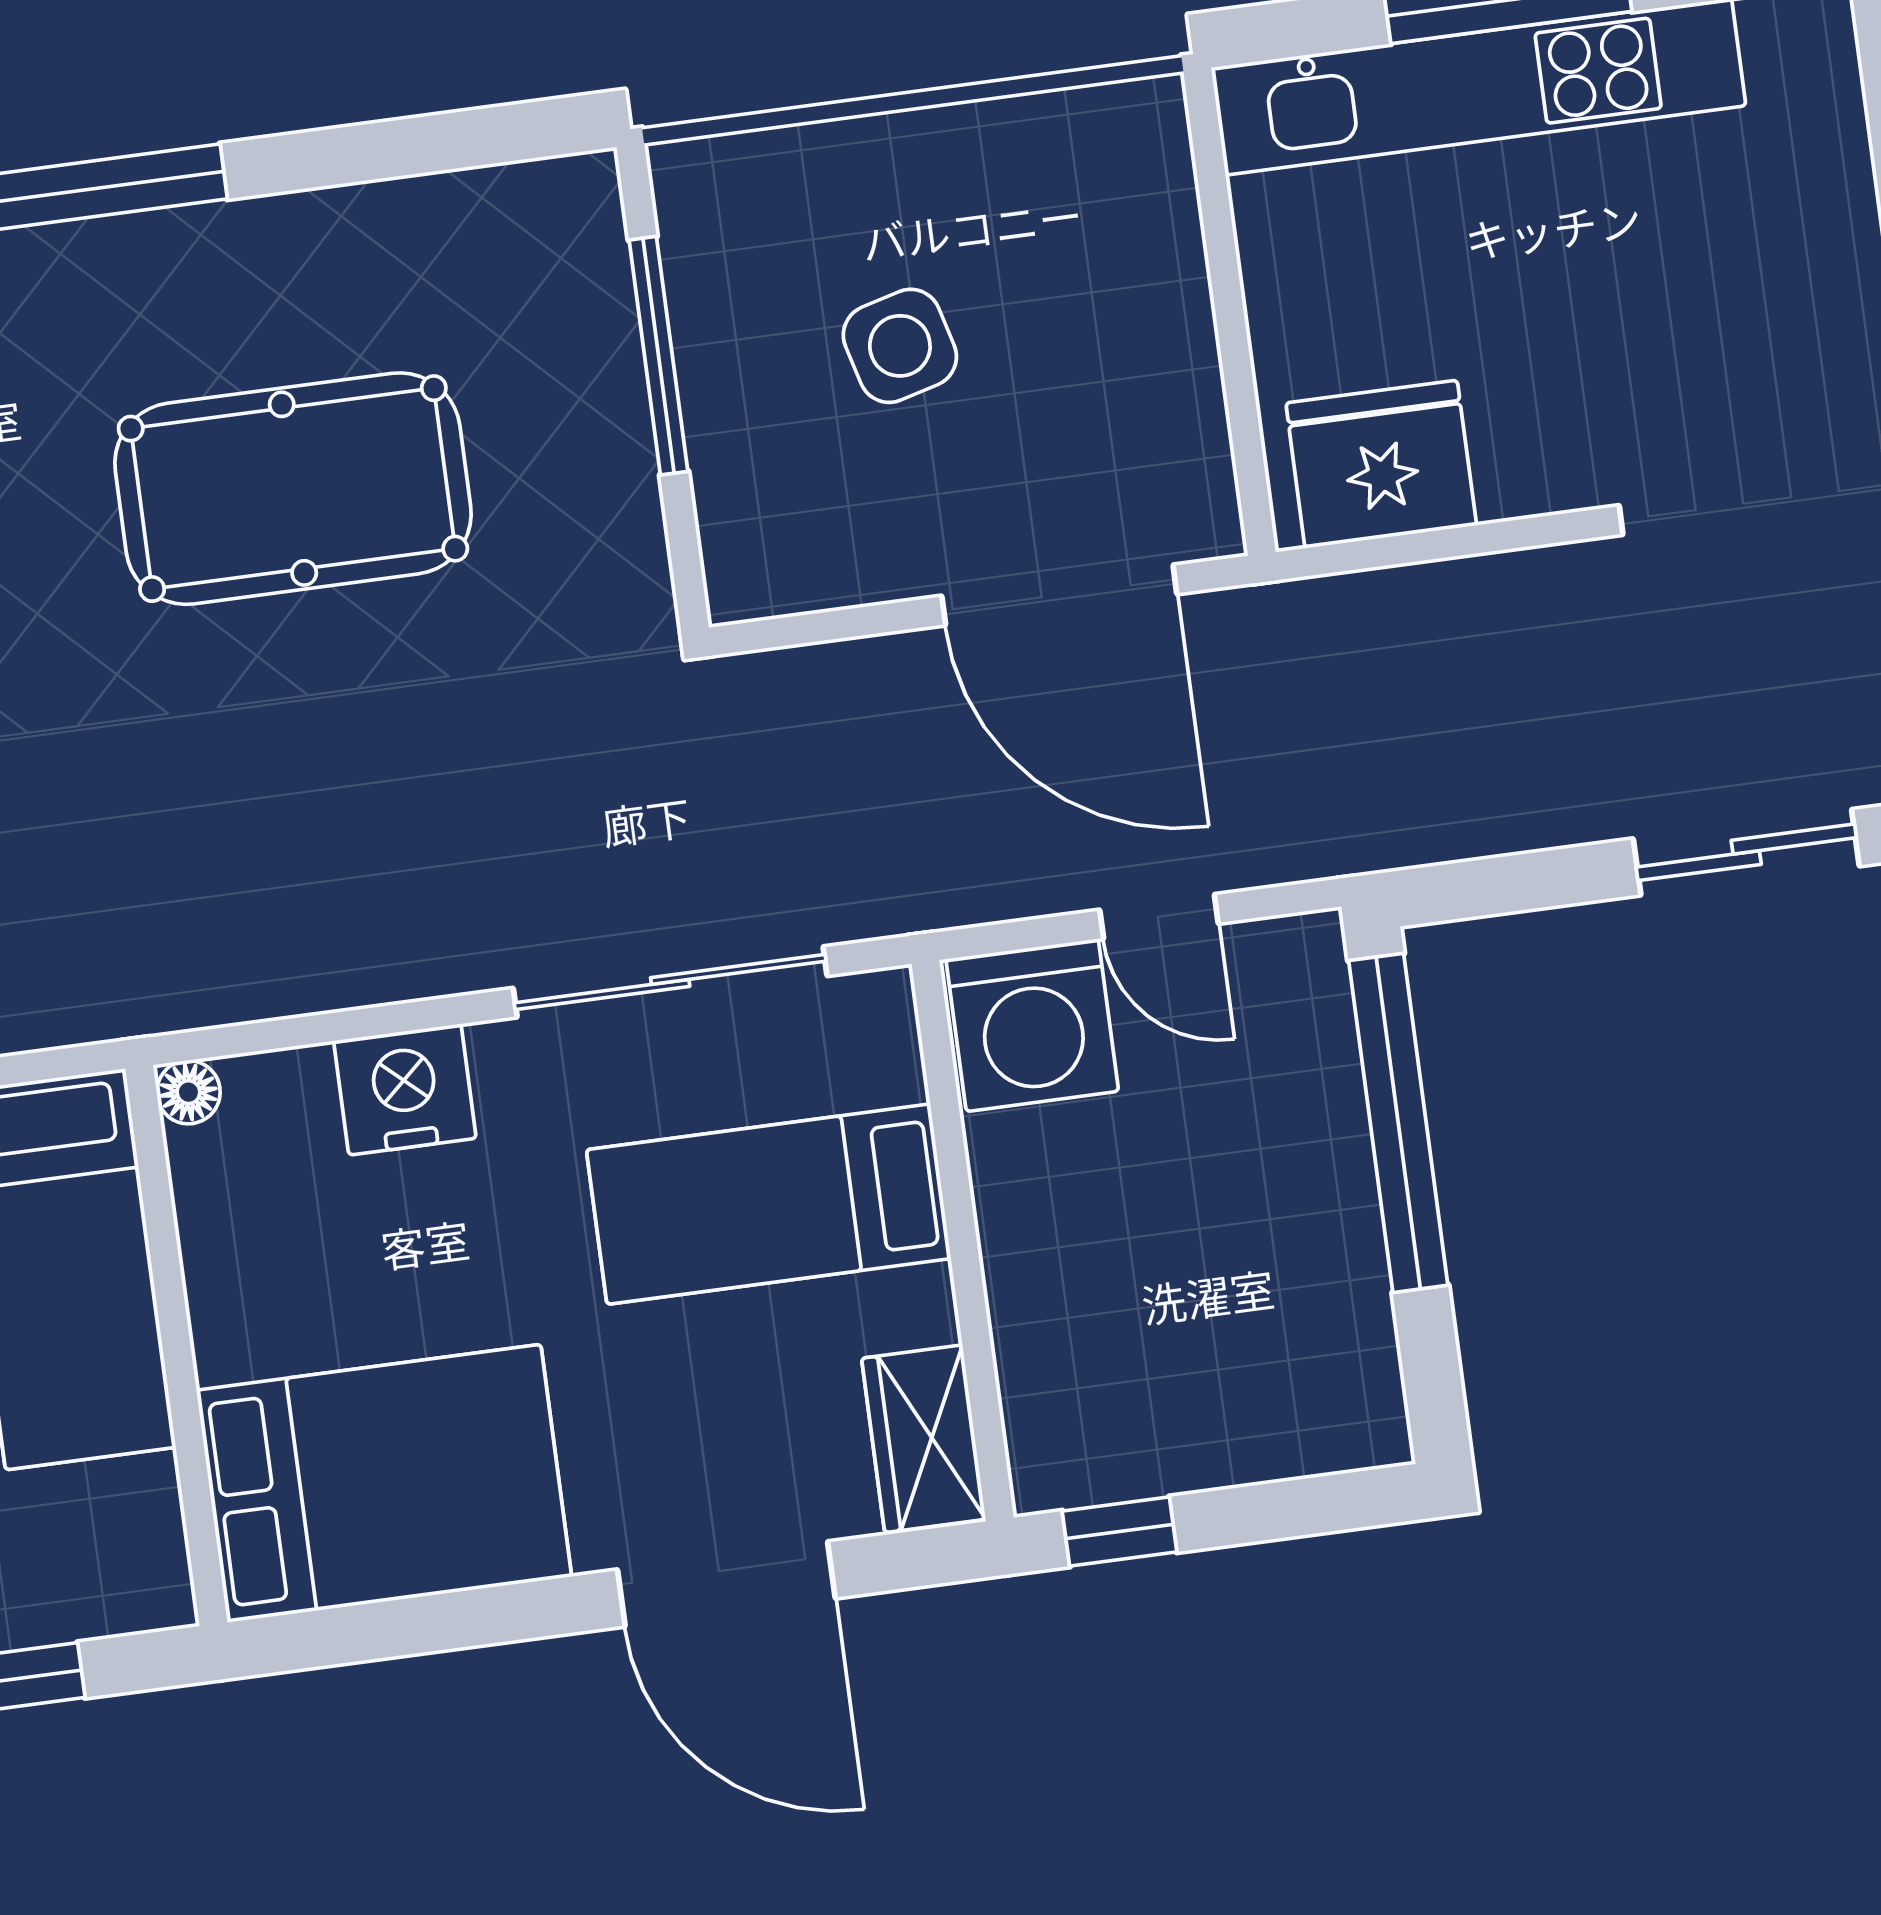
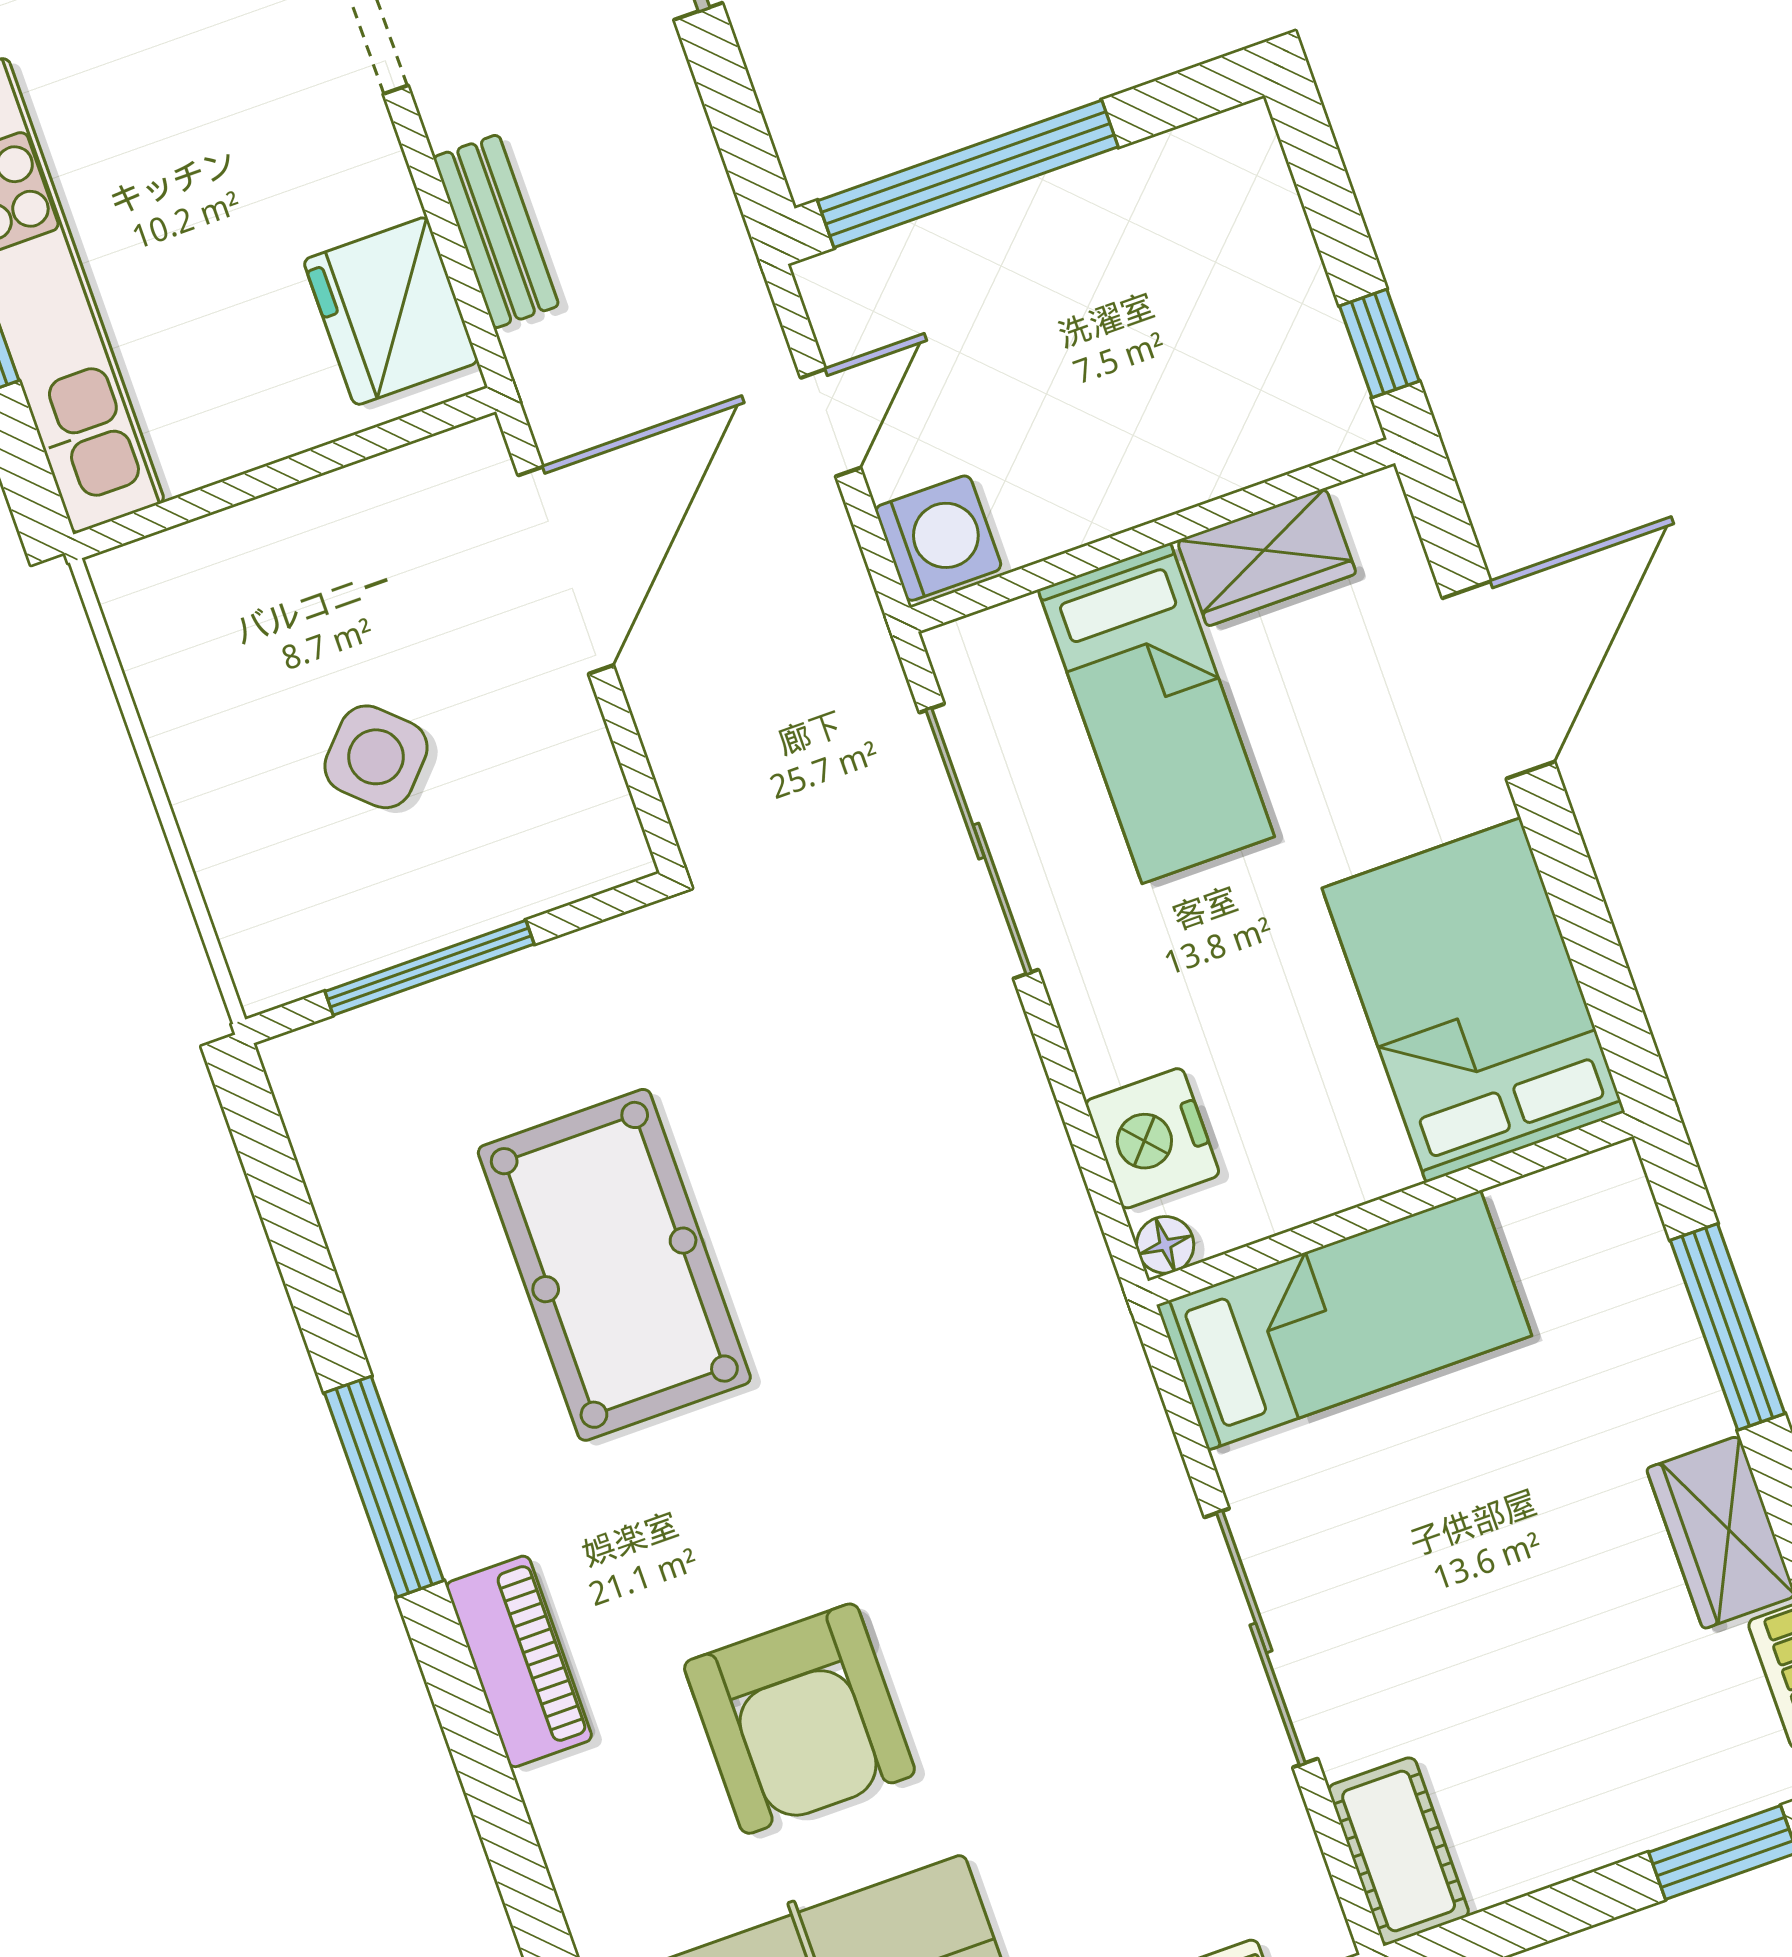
side table: (900, 346) -> (376, 757), turned -32
bench: (1444, 597) -> (496, 231), added
washing machine: (1032, 1025) -> (938, 538), width x0.73, depth x0.73
nightstand: (405, 1090) -> (1152, 1138), moved
wardrobe: (924, 1439) -> (1267, 557), moved

